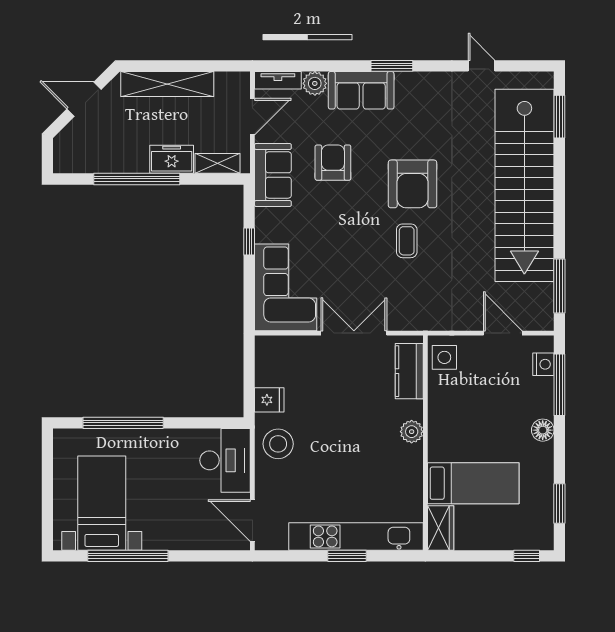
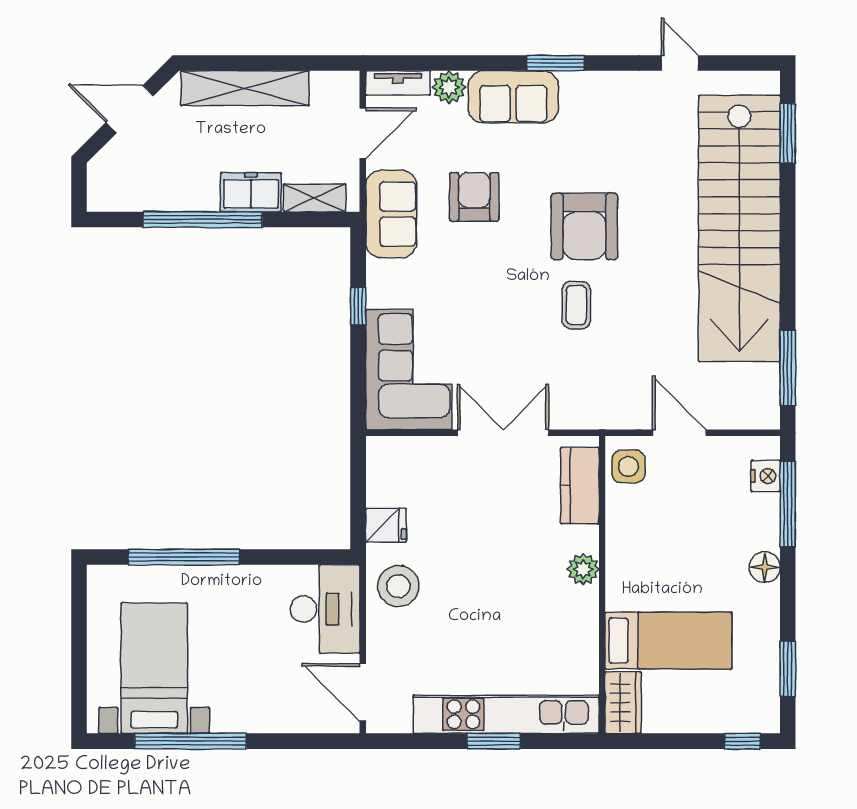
door: (503, 333) -> (679, 433), moved

